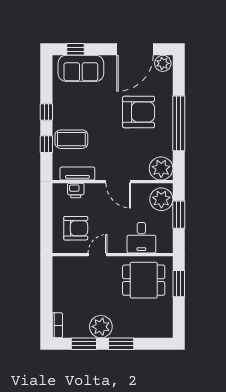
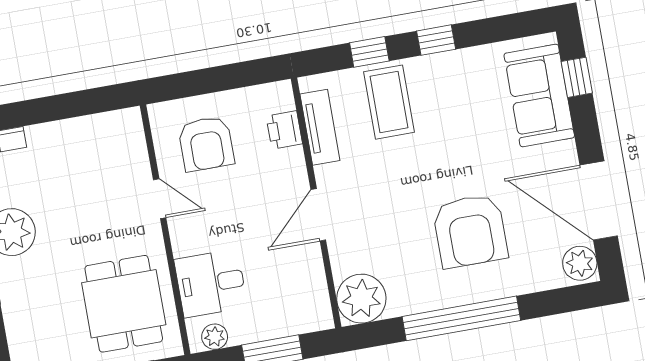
plant: (161, 199) -> (215, 337), moved, width x0.53, depth x0.53

